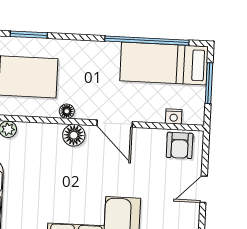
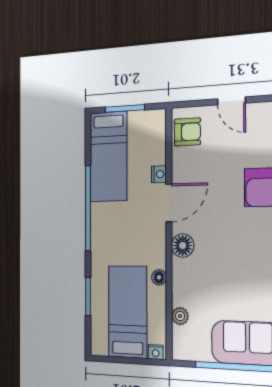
window: (147, 41) -> (88, 208), moved
floor lamp: (67, 111) -> (159, 277), moved
nightstand: (174, 117) -> (159, 174), moved

